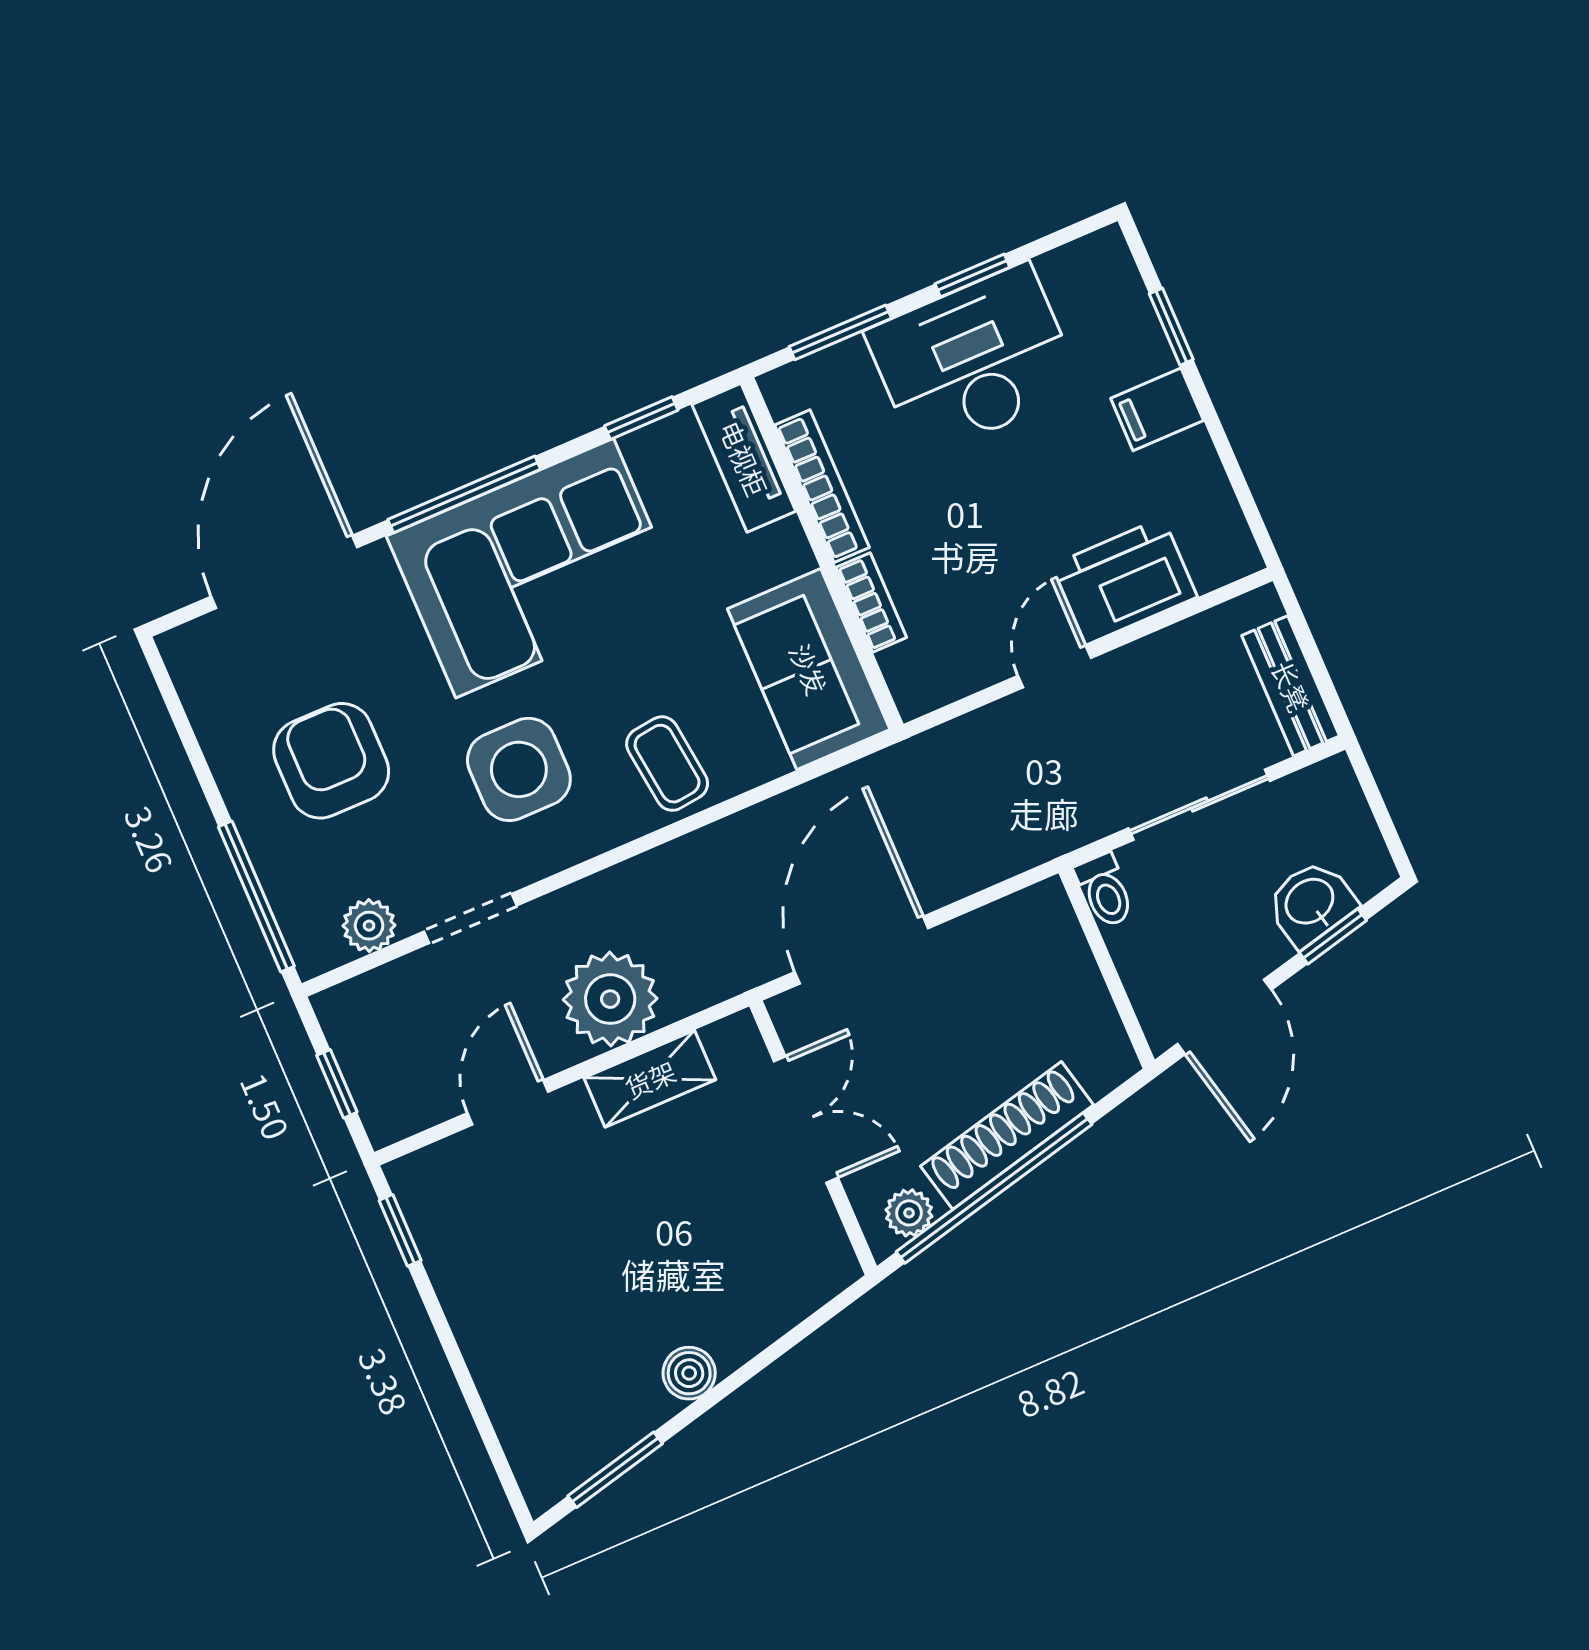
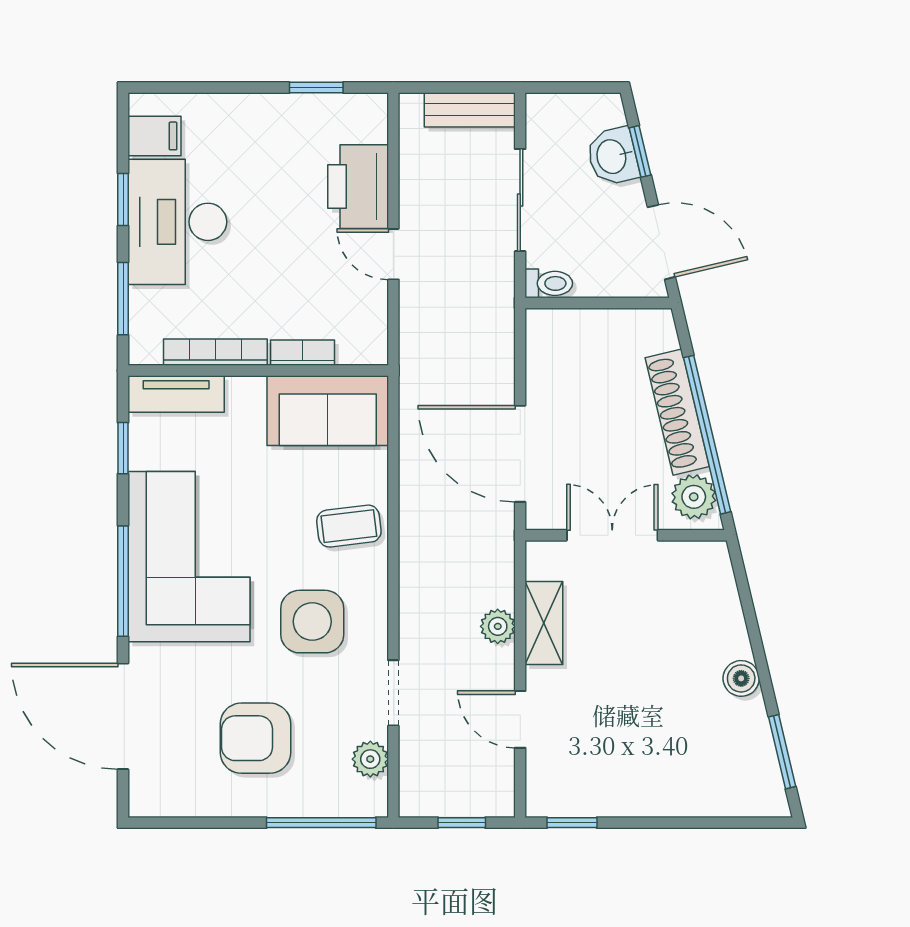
window: (1171, 327) -> (316, 87), moved
filing cabinet: (1157, 409) -> (155, 136), moved, turned -90
plant: (610, 999) -> (498, 626), width x0.53, depth x0.53
plant: (909, 1213) -> (694, 497), width x1.38, depth x1.38

